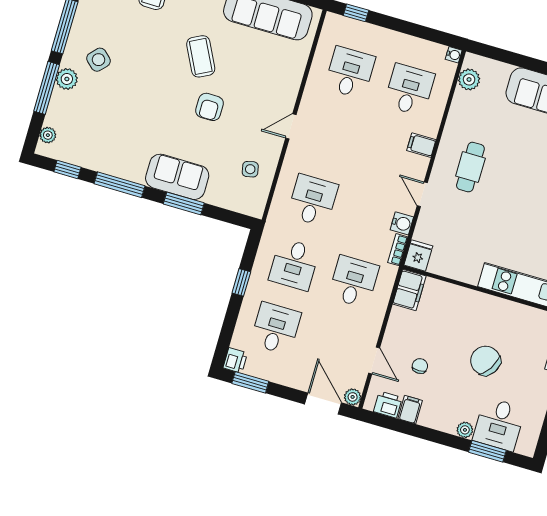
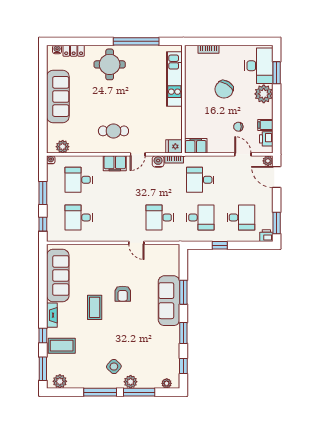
window: (405, 27) -> (43, 193), added
coffee table: (201, 56) -> (95, 307), turned -63
armchair: (209, 107) -> (123, 294), turned 90
door: (291, 126) -> (136, 243), moved
filing cabinet: (421, 145) -> (115, 163), width x2.00
side table: (250, 169) -> (152, 259), removed
sofa: (177, 177) -> (169, 301), width x1.36
window: (120, 185) -> (183, 333), width x0.69
desk: (276, 328) -> (241, 217), turned 180
door: (374, 361) -> (243, 154), hinge flipped
door: (323, 403) -> (277, 177), hinge flipped
desk: (499, 424) -> (259, 66), width x1.37
plant: (465, 430) -> (264, 94), width x1.88, depth x1.88

